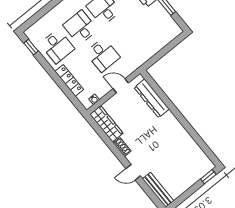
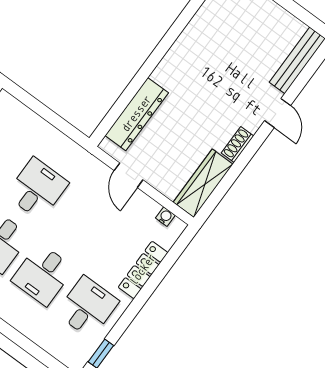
desk: (103, 55) -> (37, 189), moved

